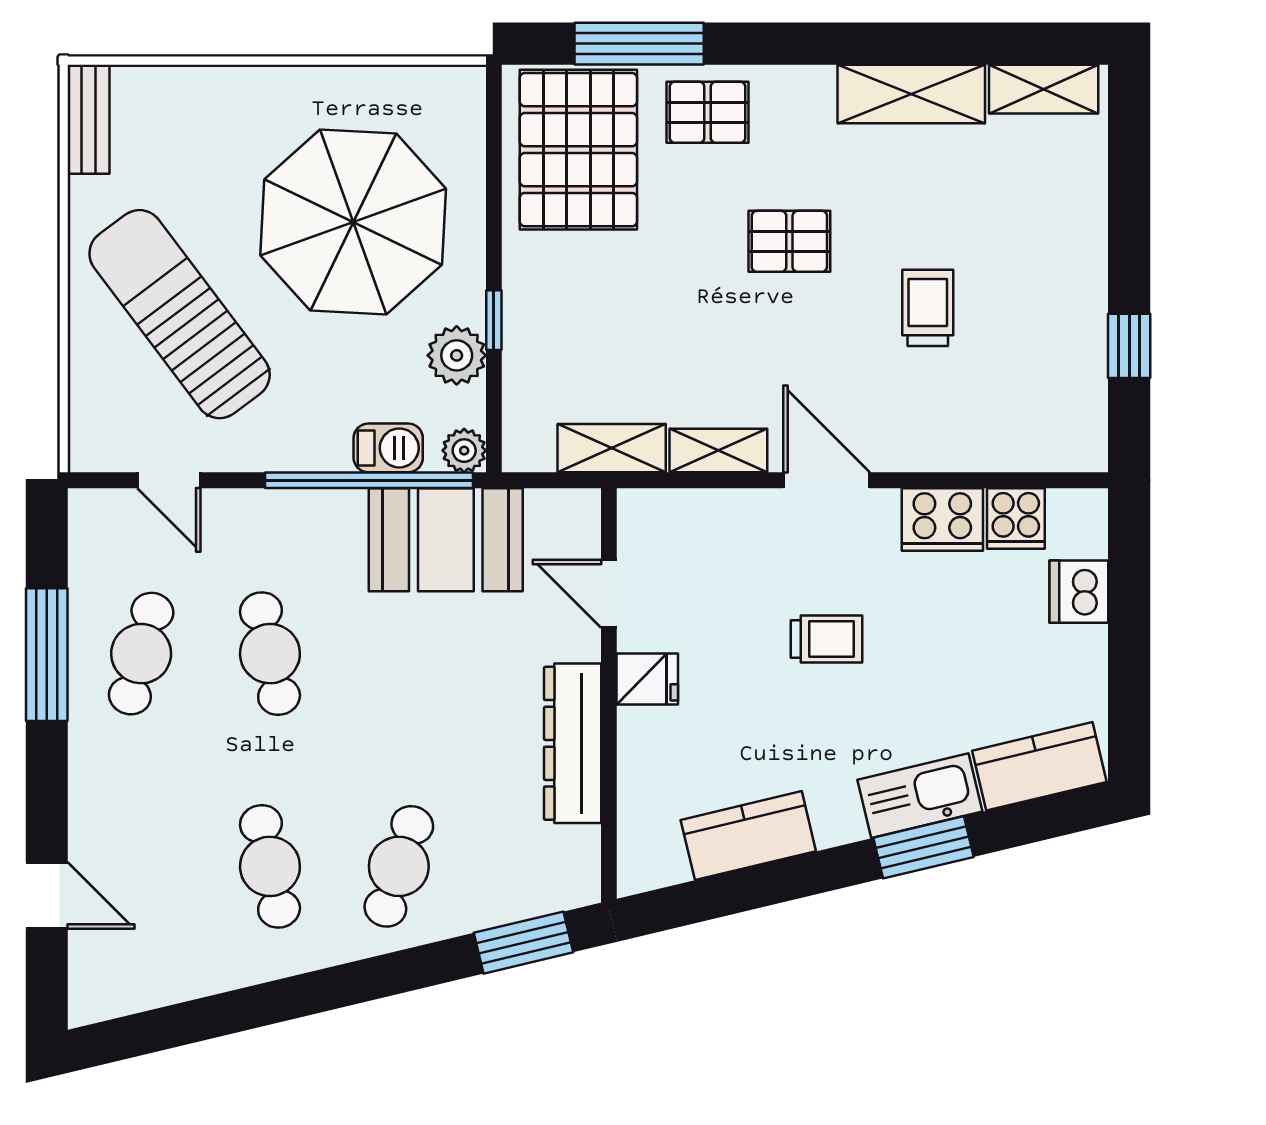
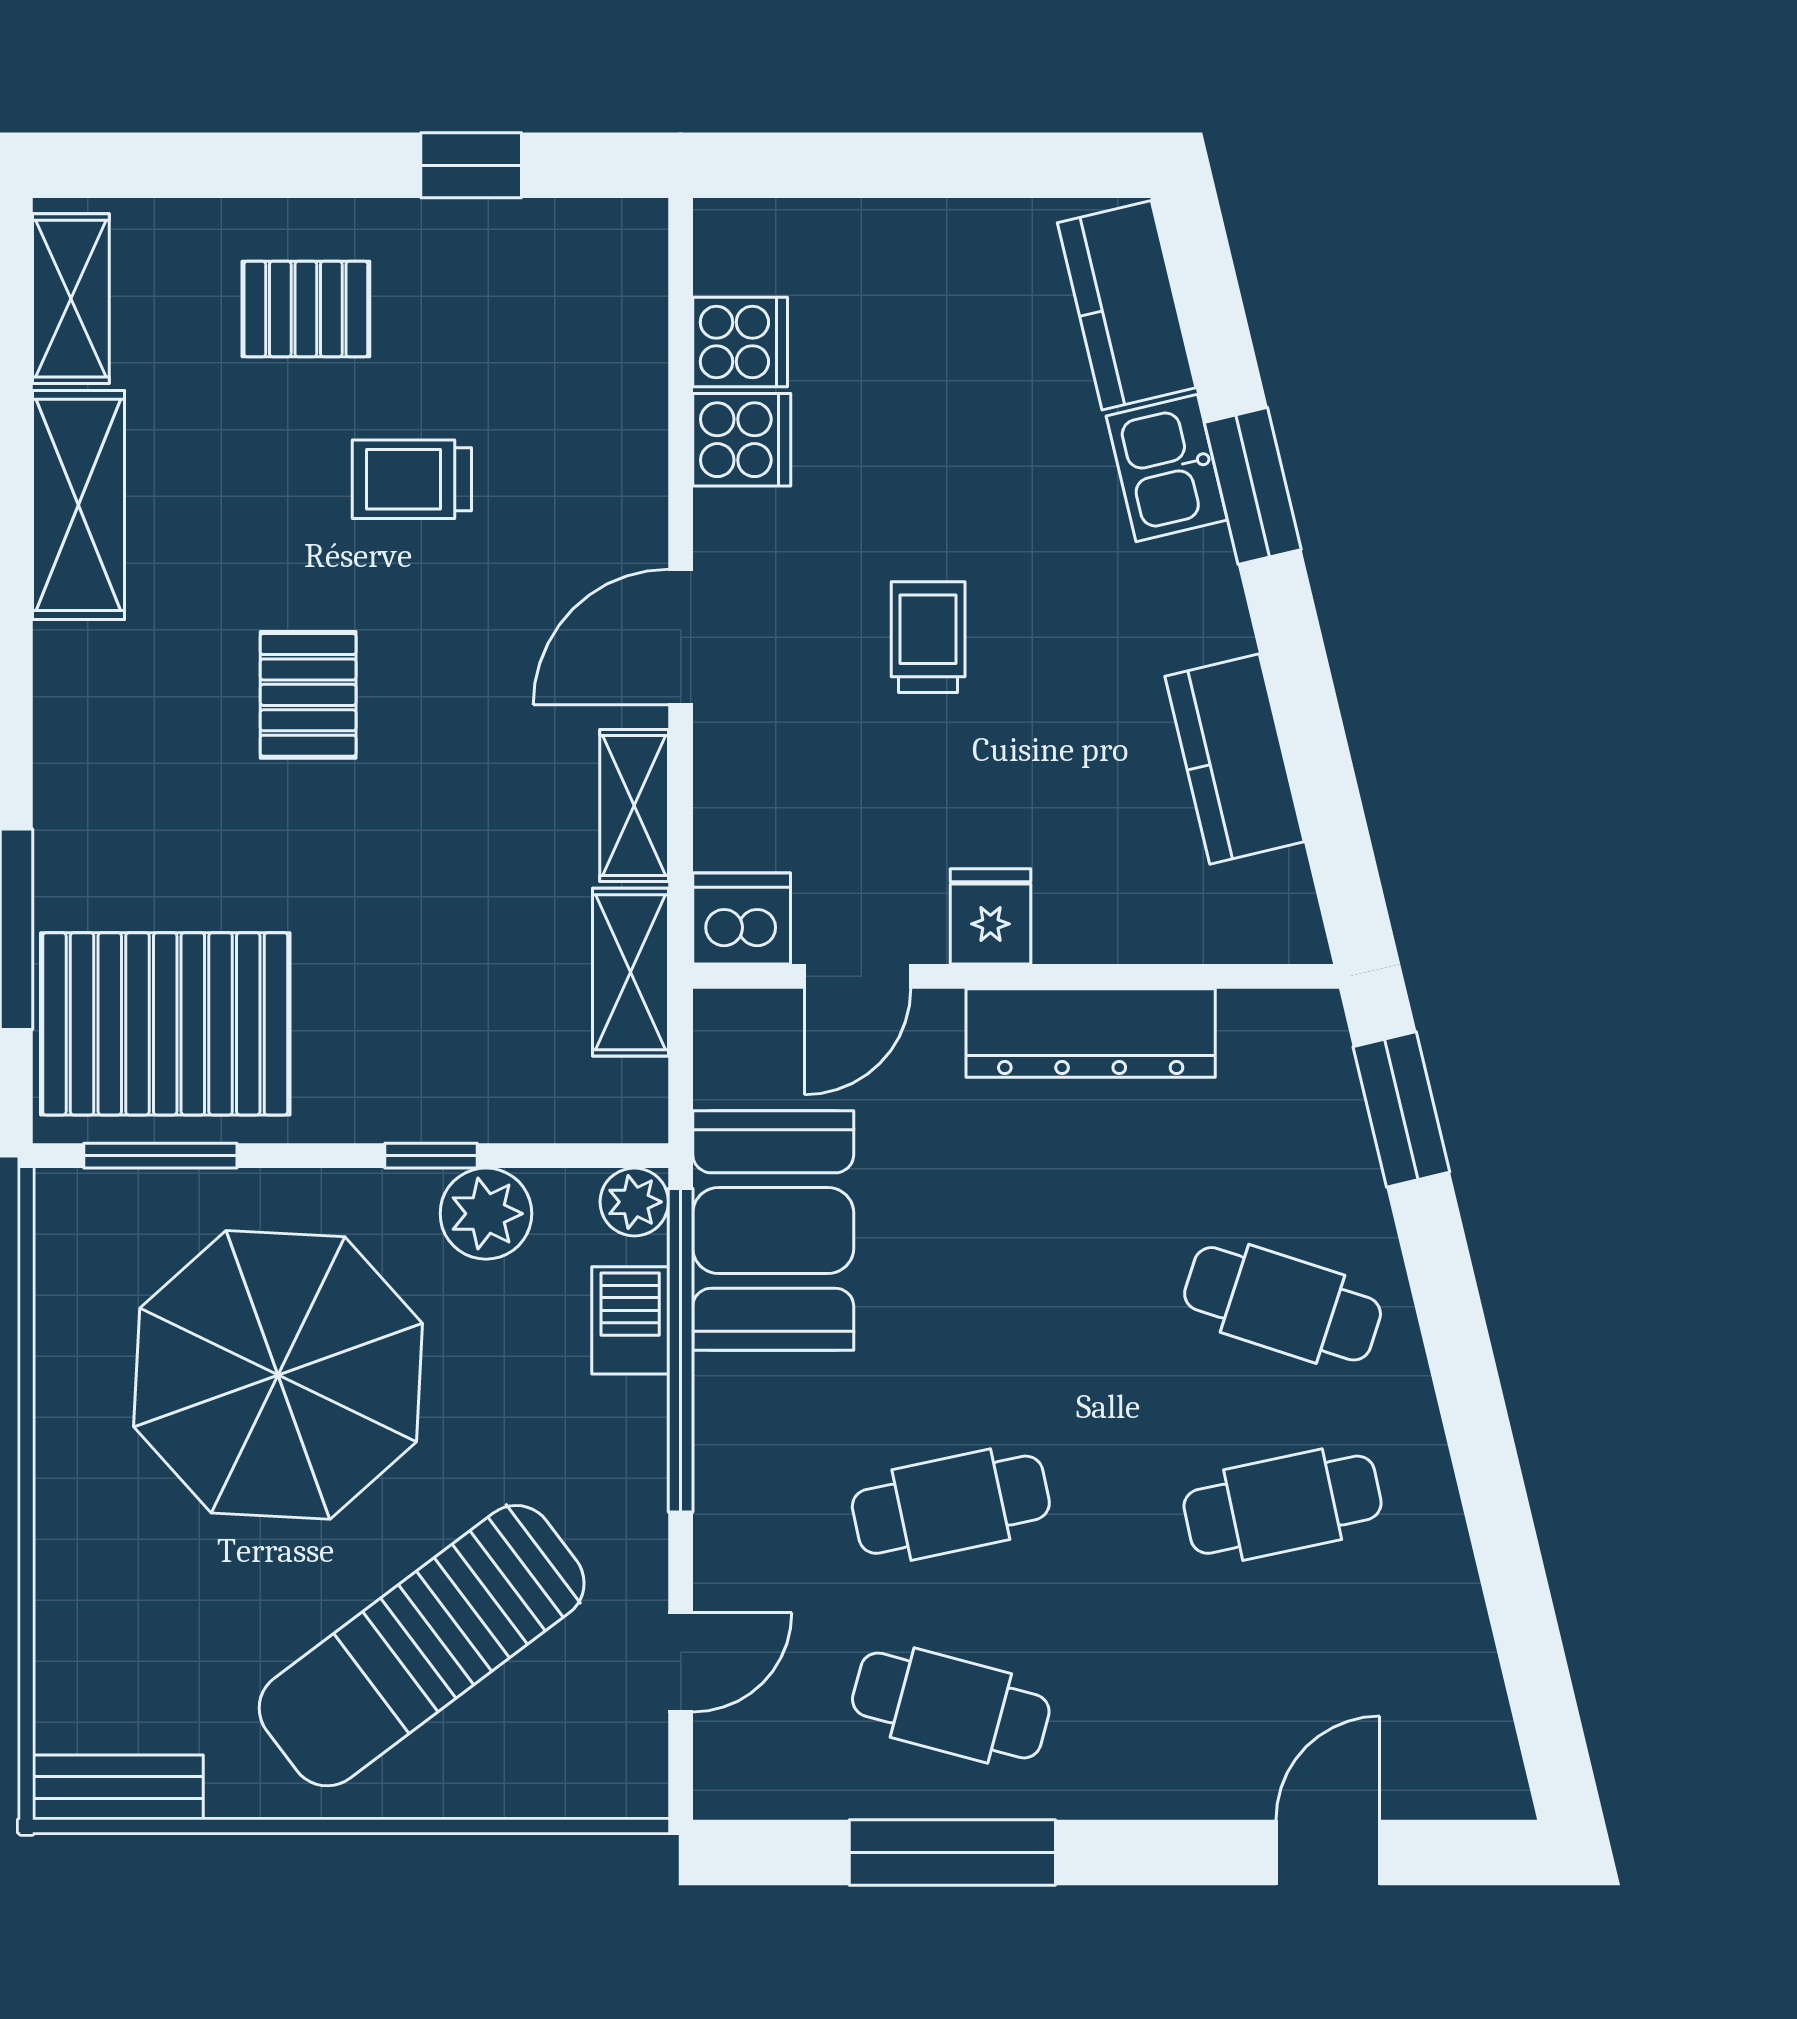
pallet: (708, 112) -> (306, 309), moved, turned 90
window: (494, 147) -> (160, 1156), added
cooker: (942, 519) -> (742, 440), width x0.73
dishwasher: (1079, 592) -> (742, 918), moved, turned 180
kitchen sink: (920, 796) -> (1167, 468), width x0.73

